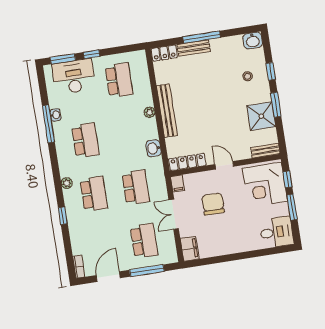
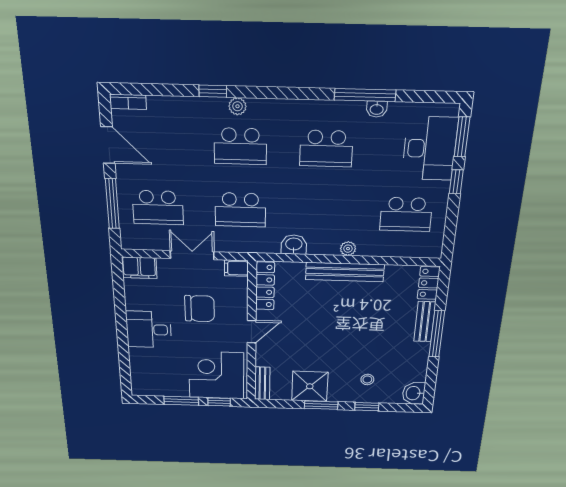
plant: (67, 183) -> (237, 106), moved
desk: (276, 232) -> (149, 330), moved, turned 90

